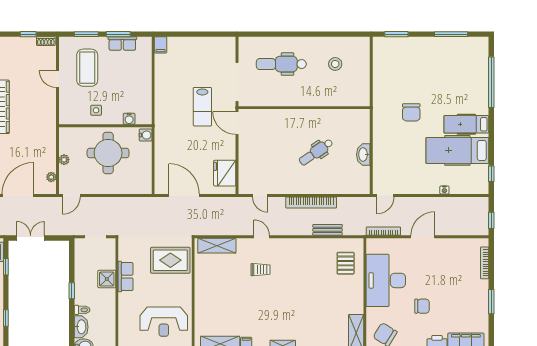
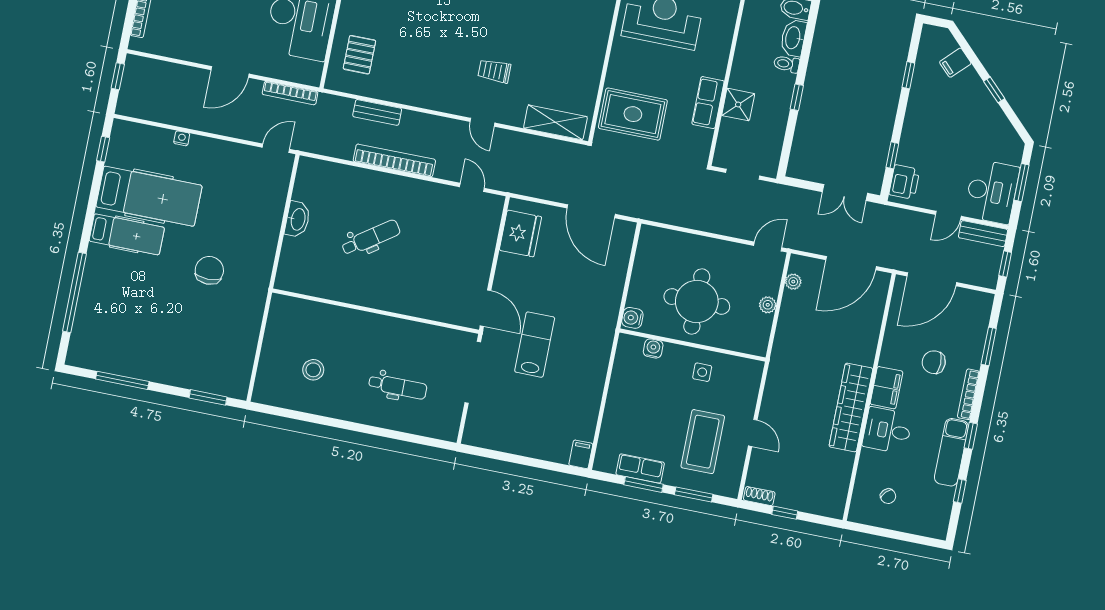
dental chair: (281, 64) -> (398, 387), width x0.73, depth x0.72

